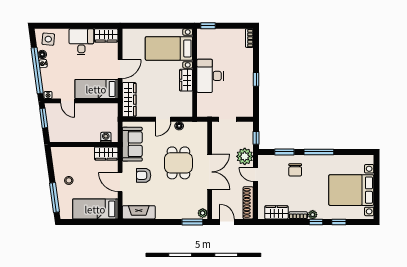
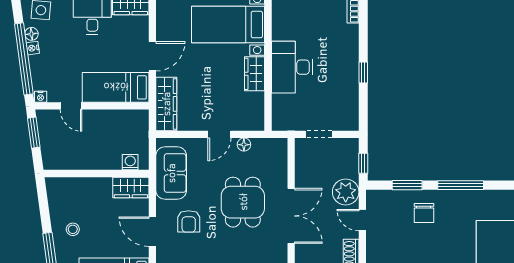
armchair: (144, 175) -> (189, 221), turned -90

